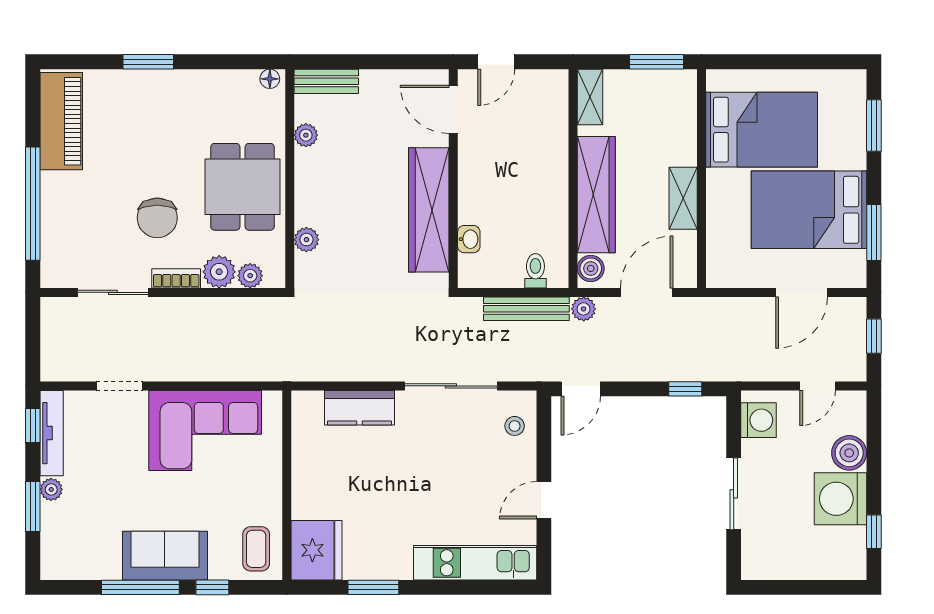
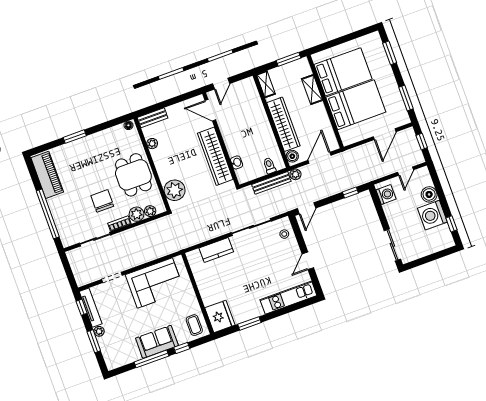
shelving: (683, 198) -> (312, 89), moved
bed: (809, 210) -> (356, 105), moved, turned 180
chair: (157, 218) -> (102, 201), turned 180
plant: (306, 240) -> (175, 190), width x1.88, depth x1.88
sliding door: (734, 494) -> (392, 245), moved

